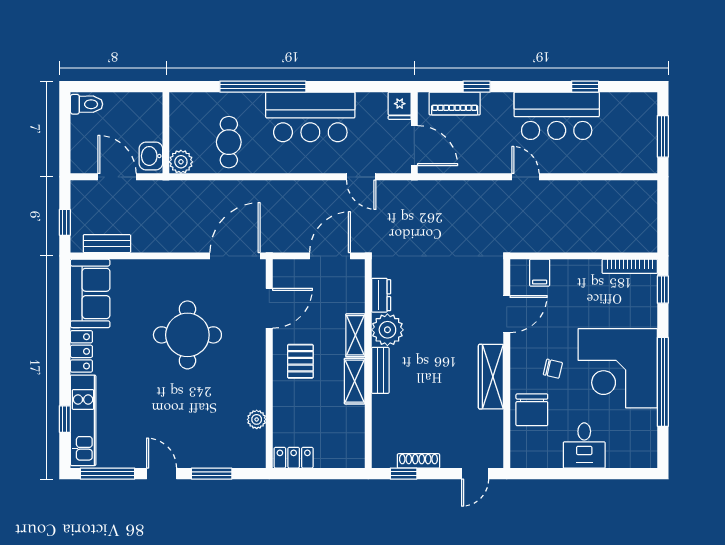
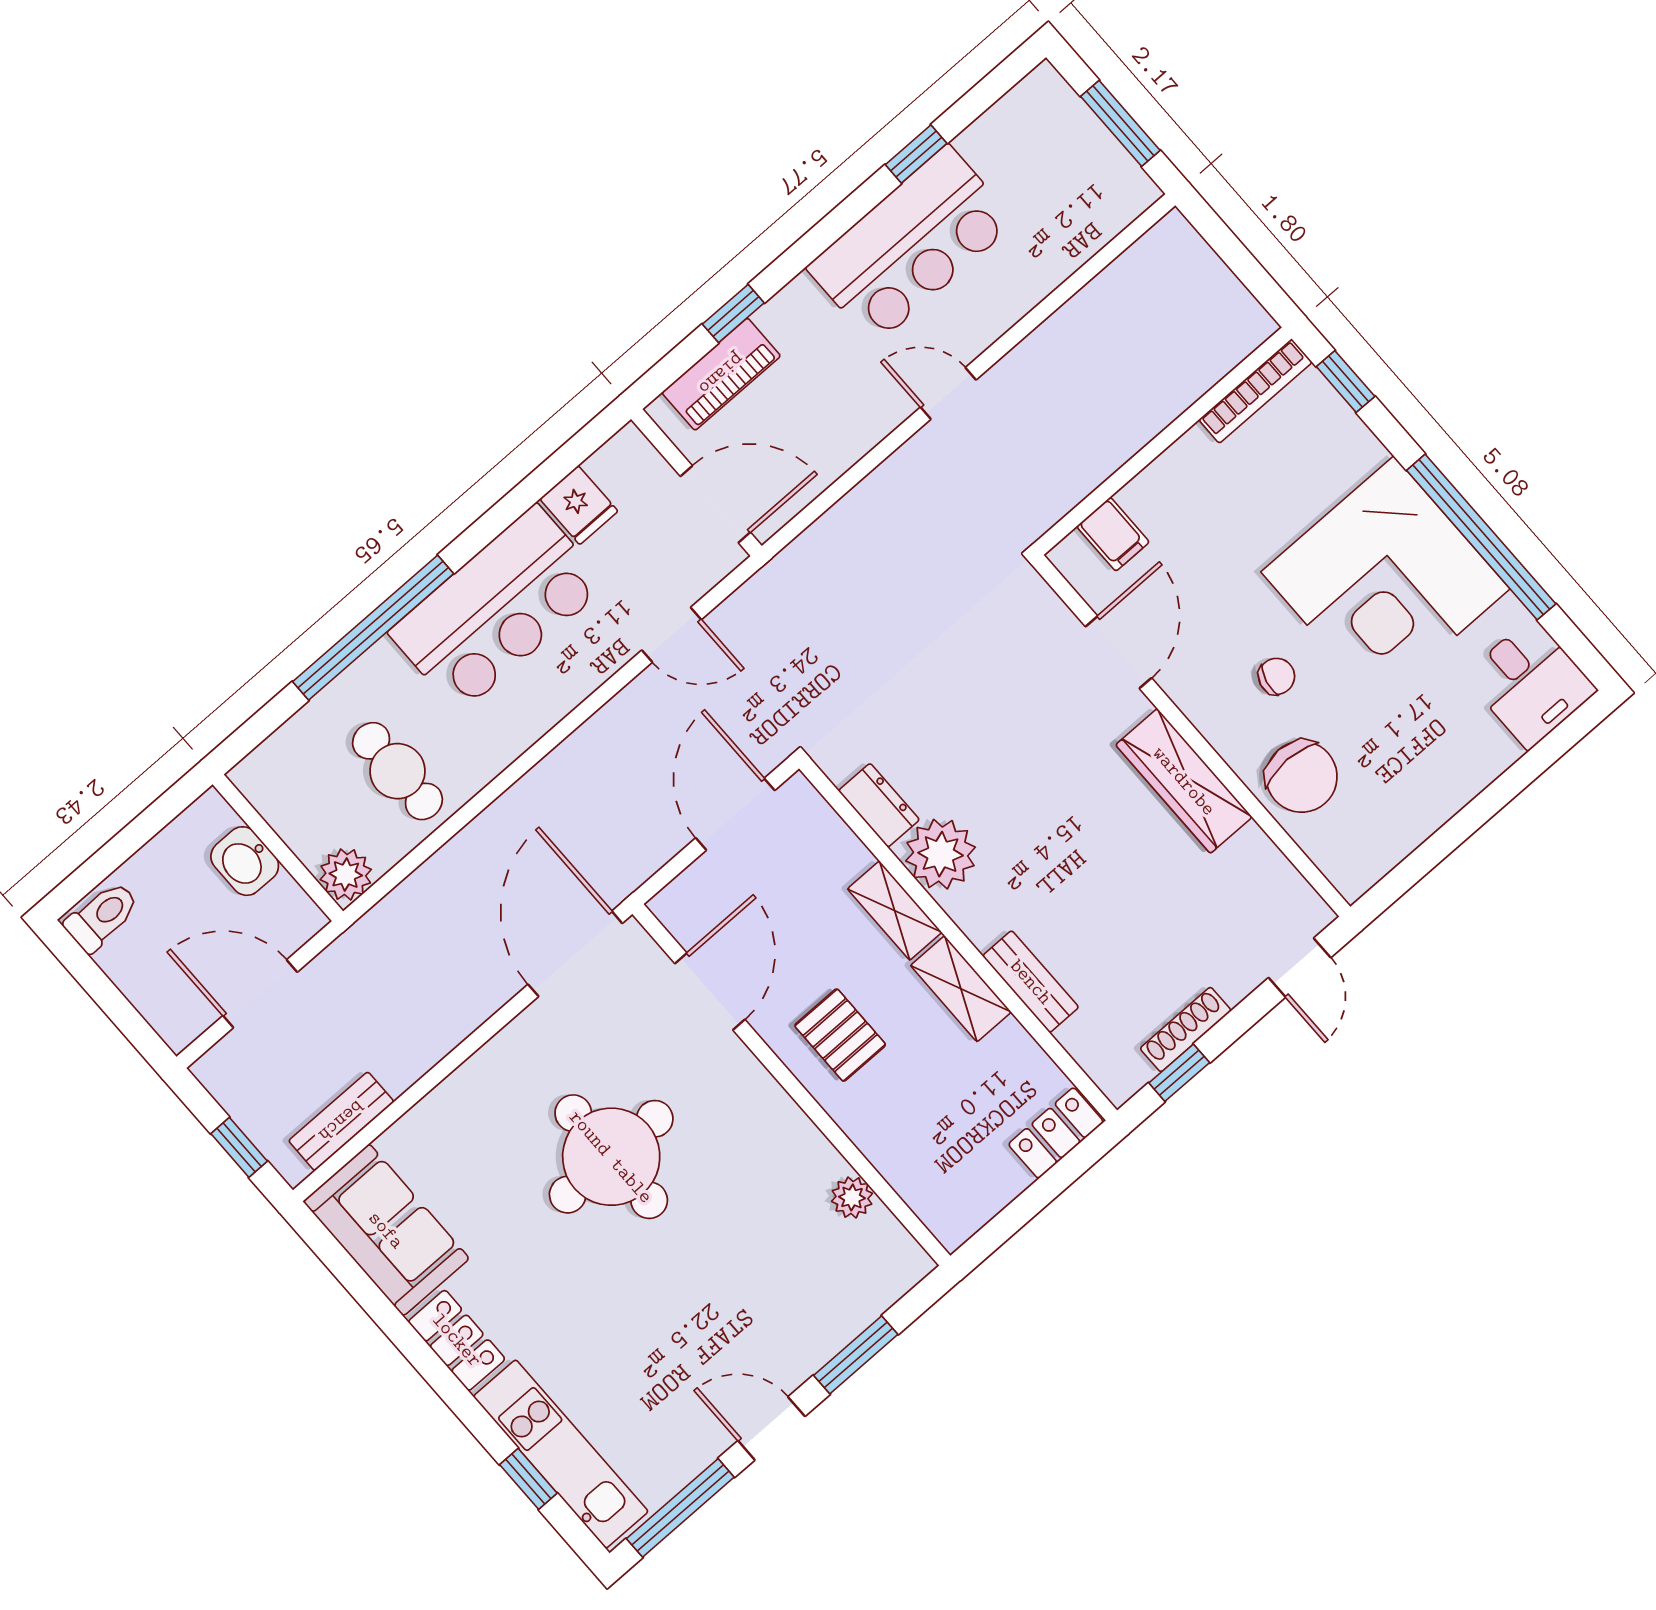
fridge: (400, 106) -> (579, 505), moved
washbasin: (151, 156) -> (245, 861), moved
bench: (380, 370) -> (1031, 982), moved
desk: (584, 445) -> (1530, 683), moved
locker: (294, 458) -> (1056, 1133), moved

